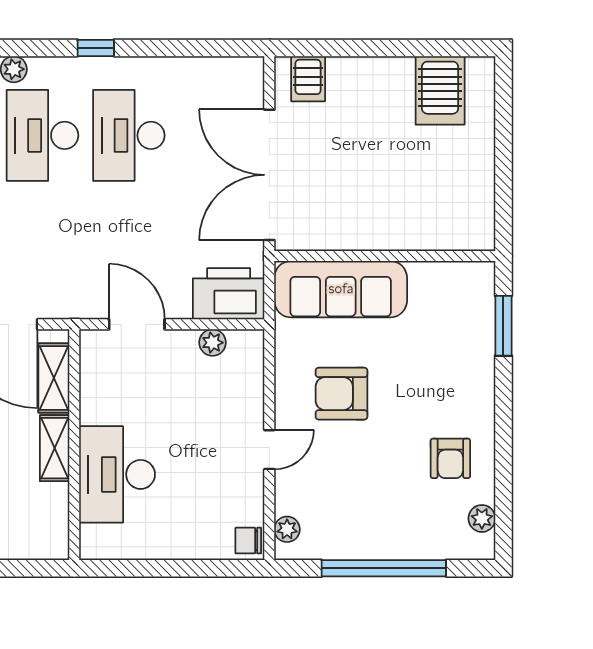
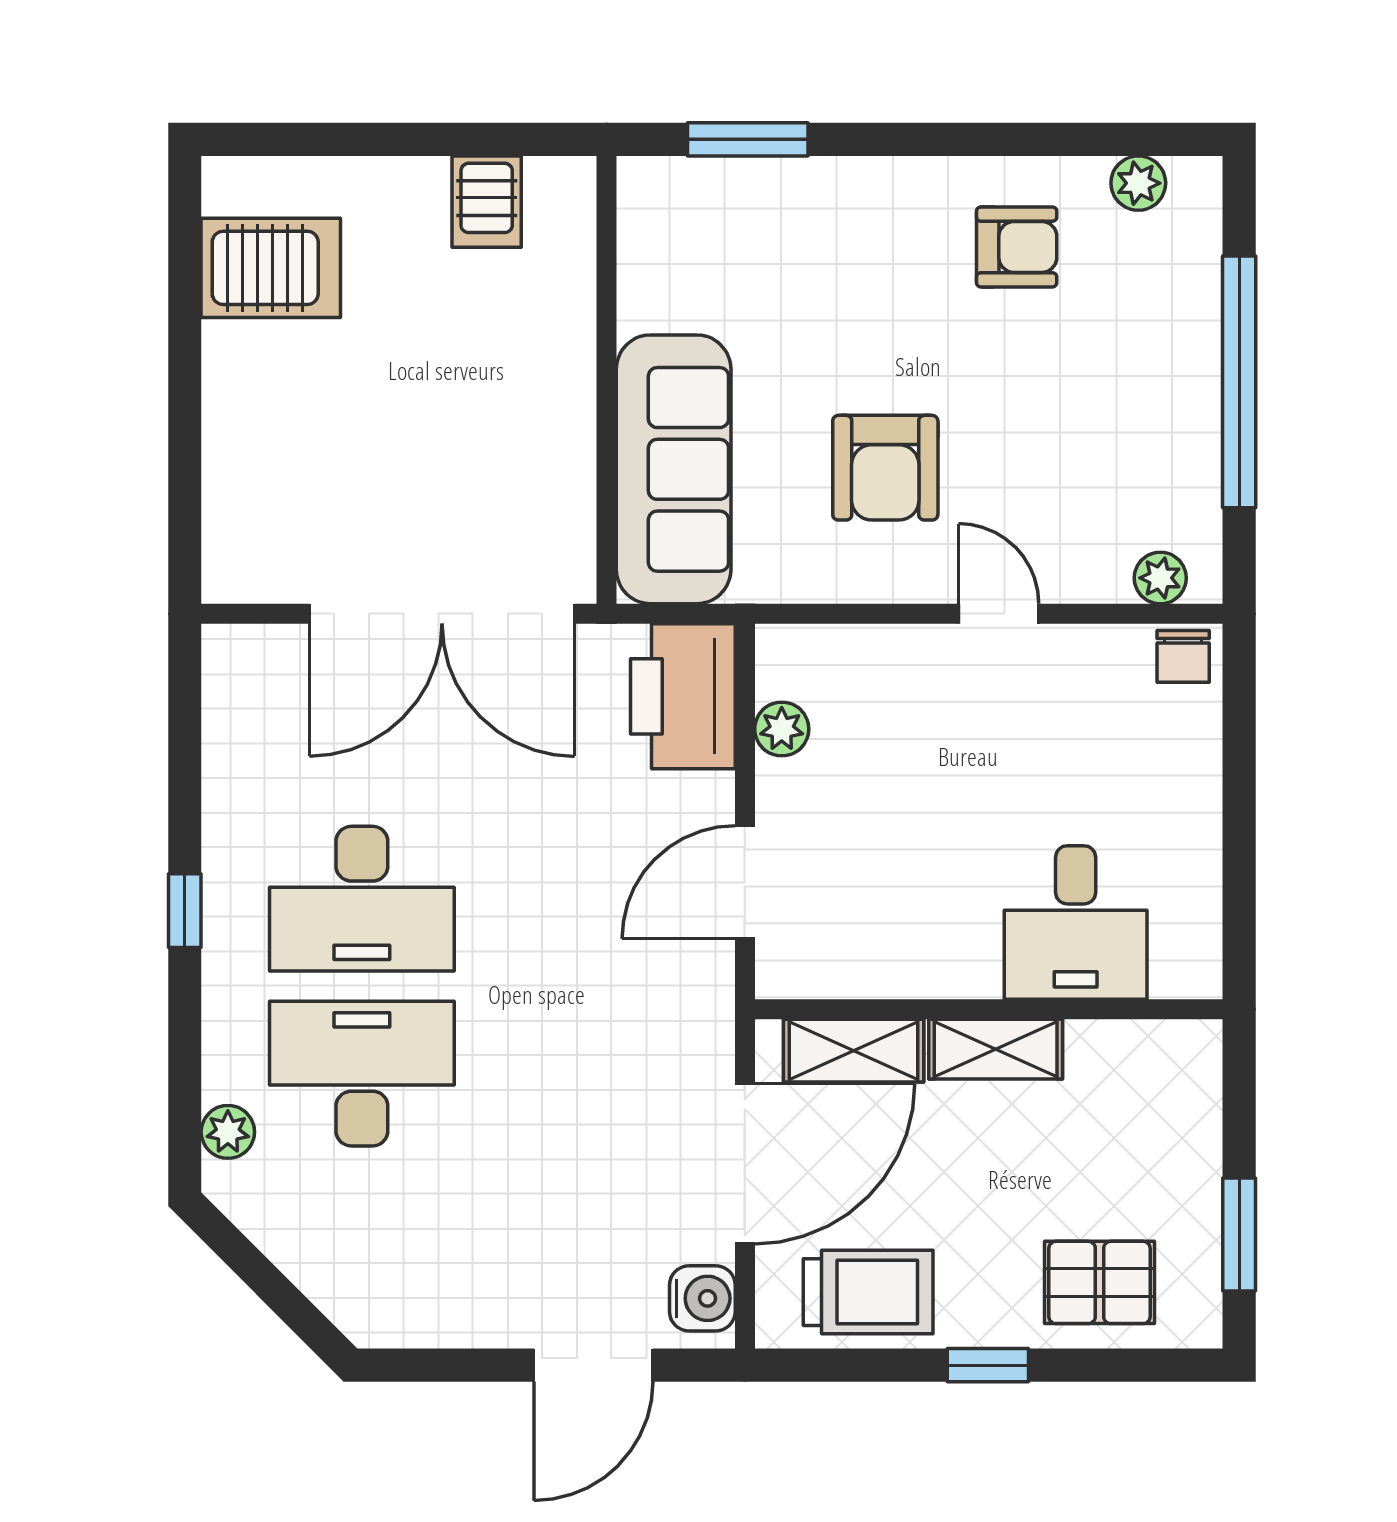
window: (96, 48) -> (185, 911), moved
server rack: (308, 79) -> (487, 202), moved, turned 90
desk: (42, 135) -> (362, 1074), turned 180
desk: (117, 474) -> (1076, 922), width x0.73

